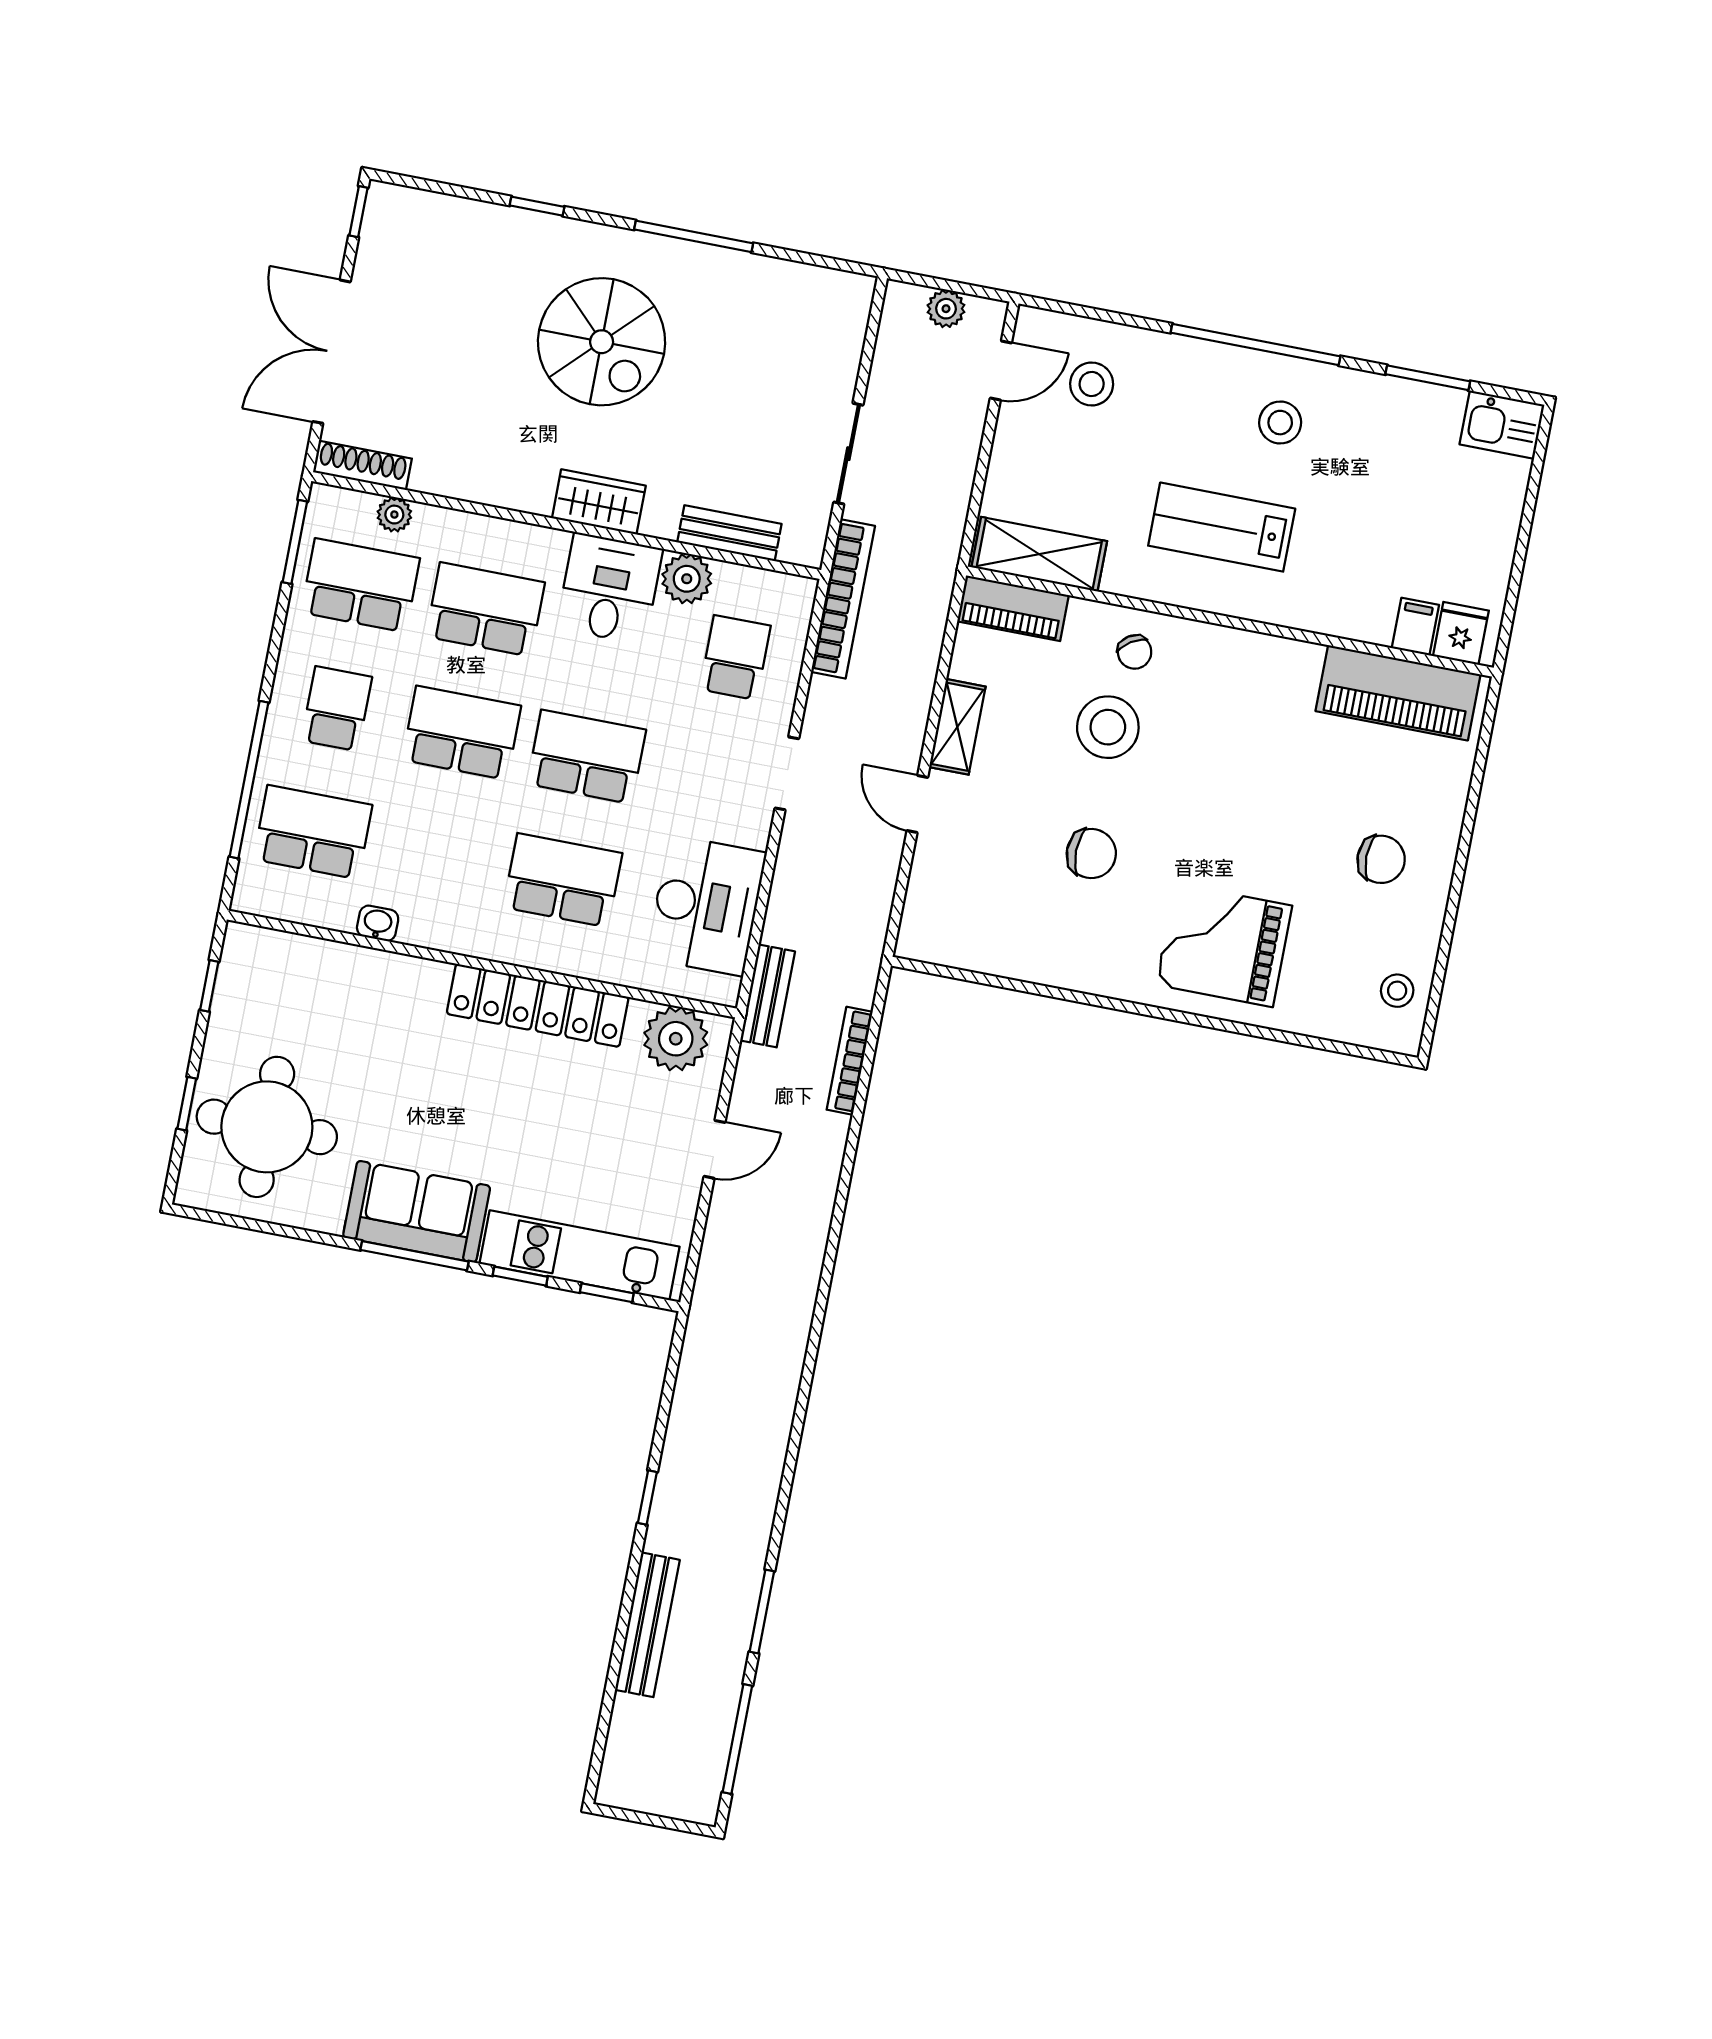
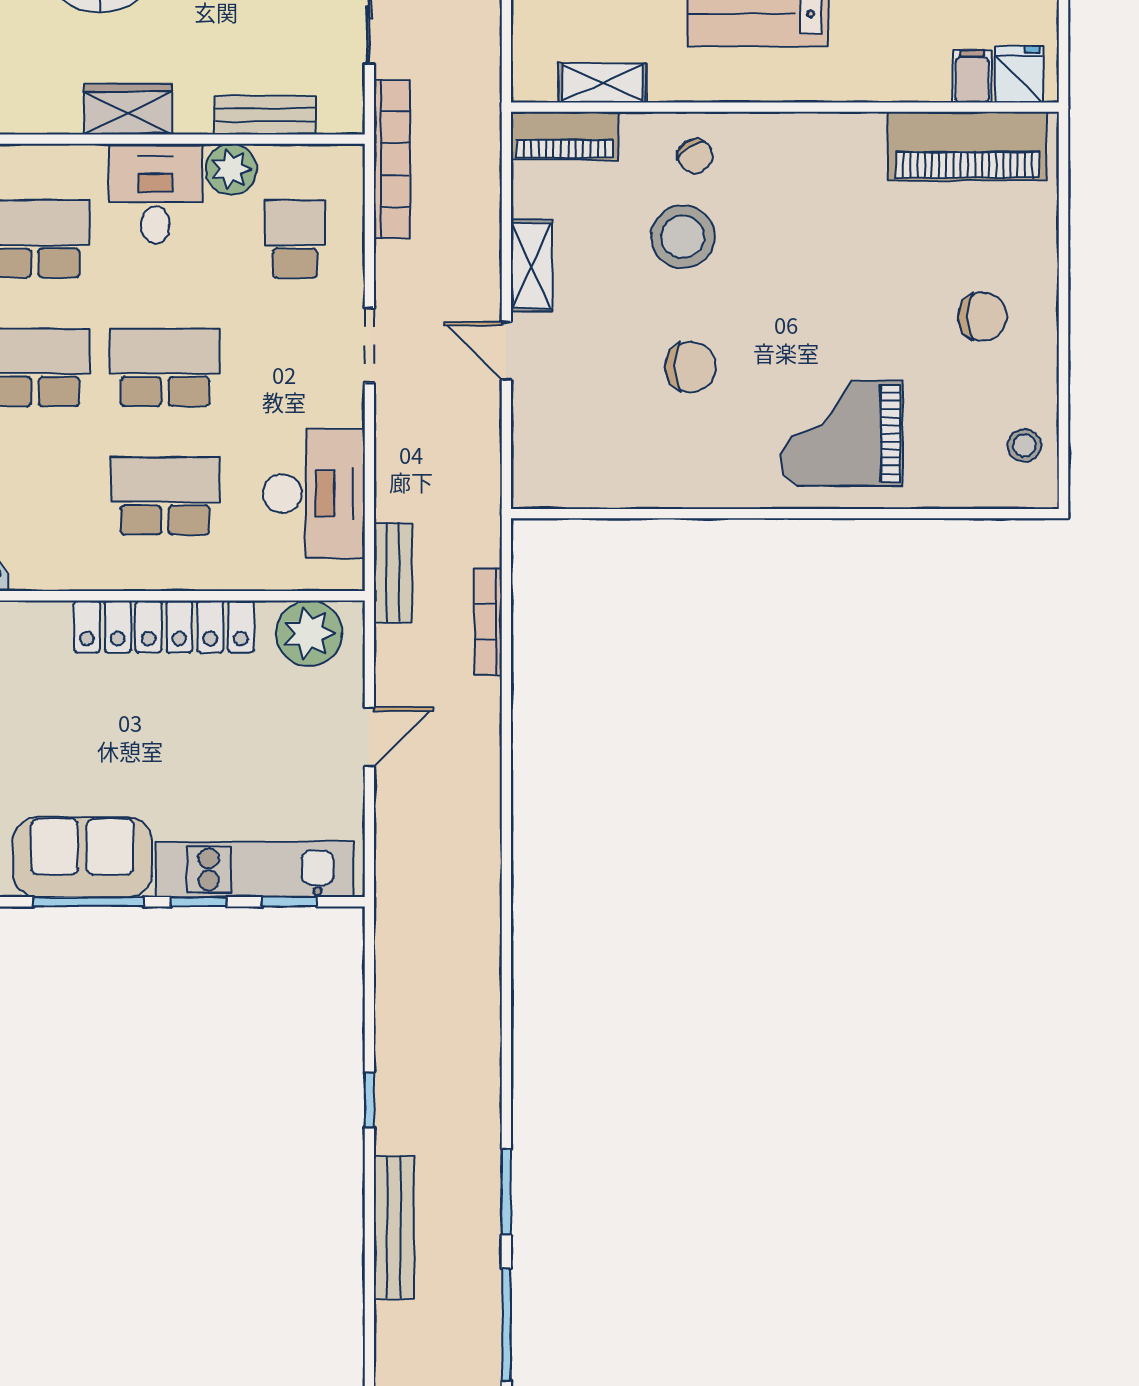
shelving: (1039, 554) -> (602, 83), width x0.67, depth x0.75

